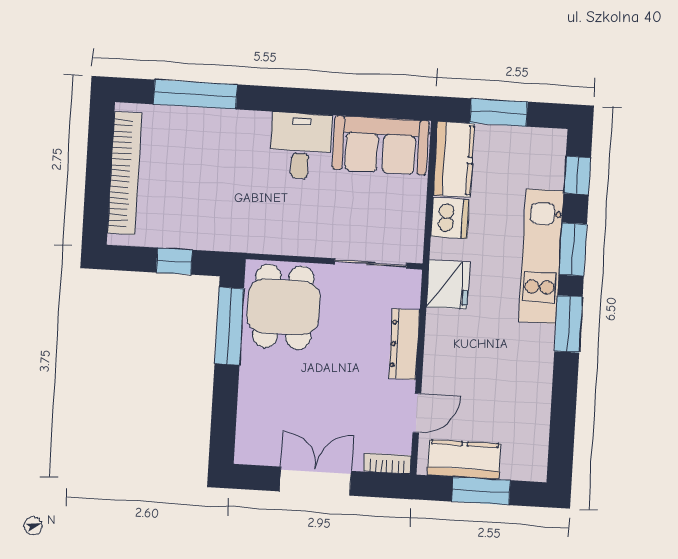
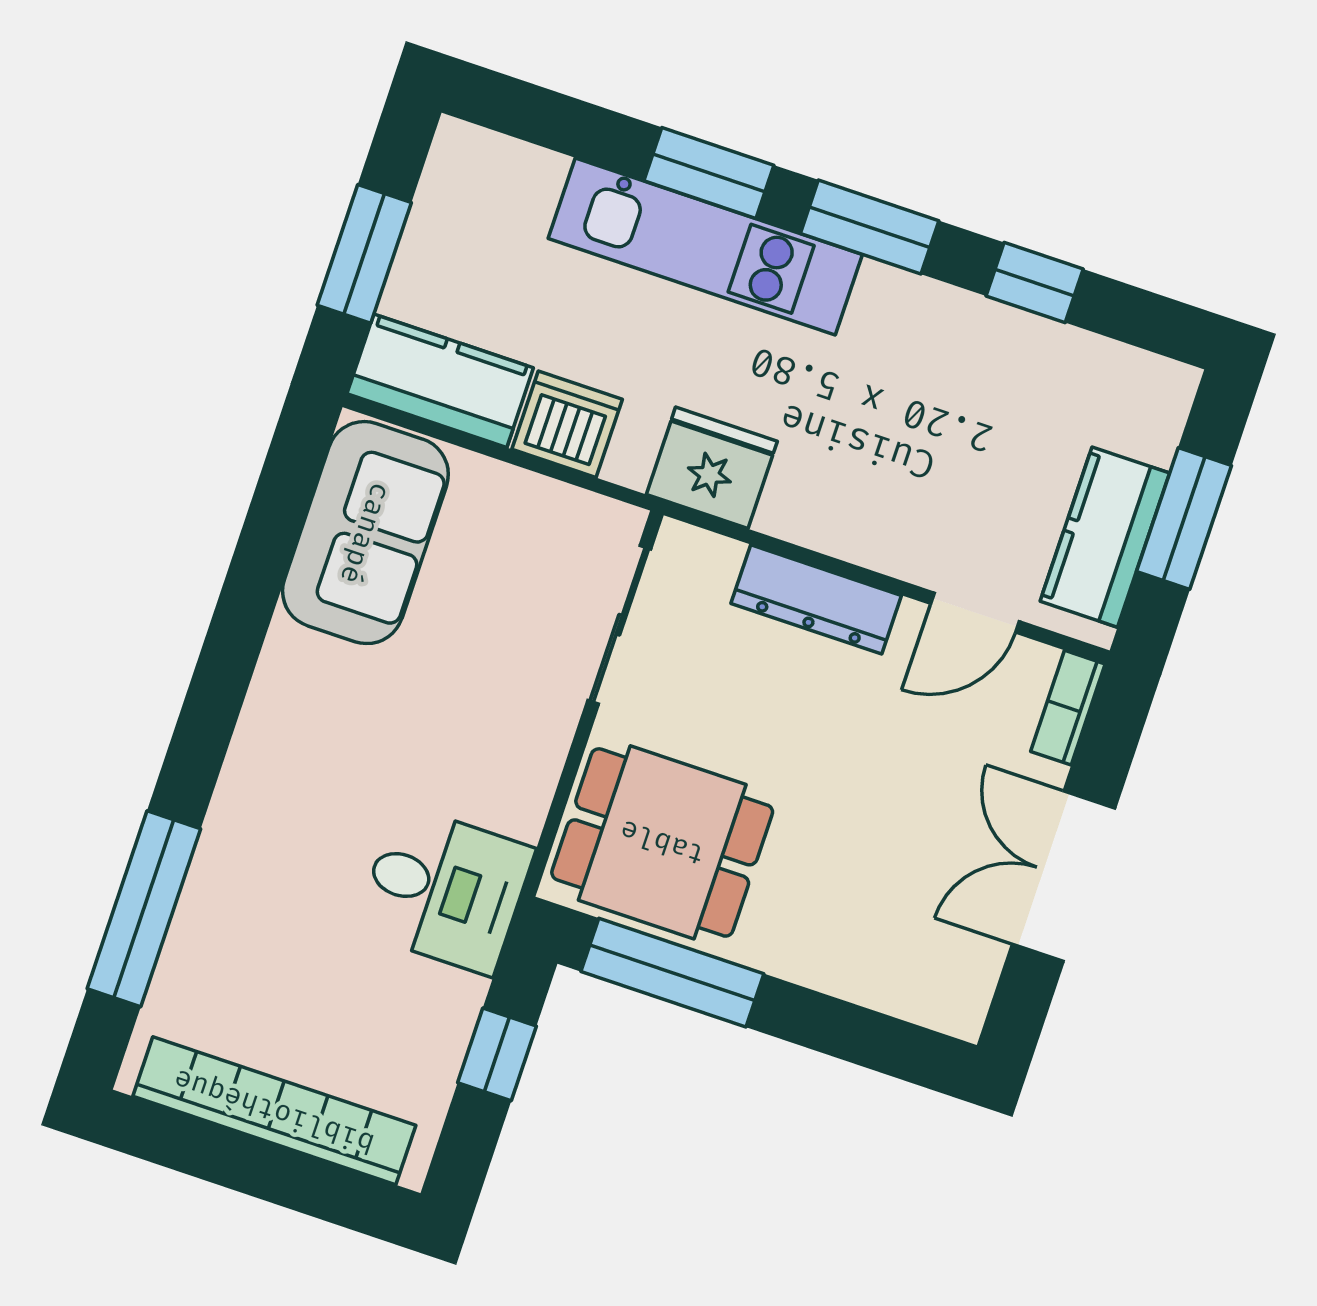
desk: (301, 146) -> (445, 890), moved, turned 180
window: (577, 175) -> (1035, 283), moved
door: (417, 413) -> (975, 613), swing flipped

